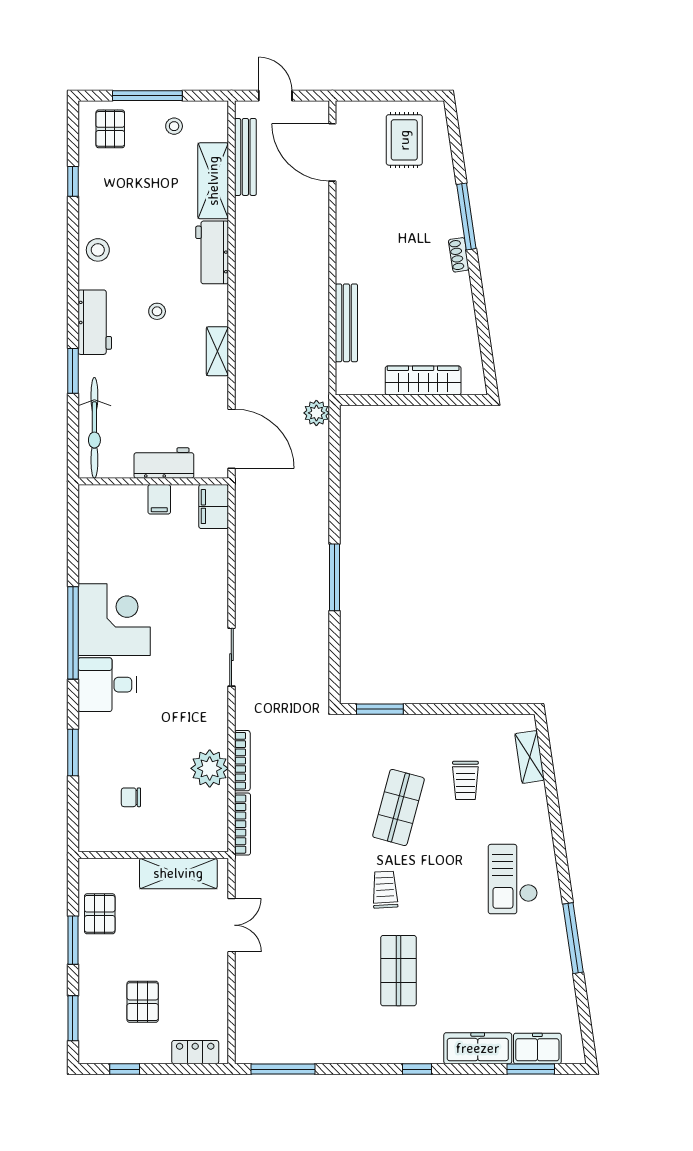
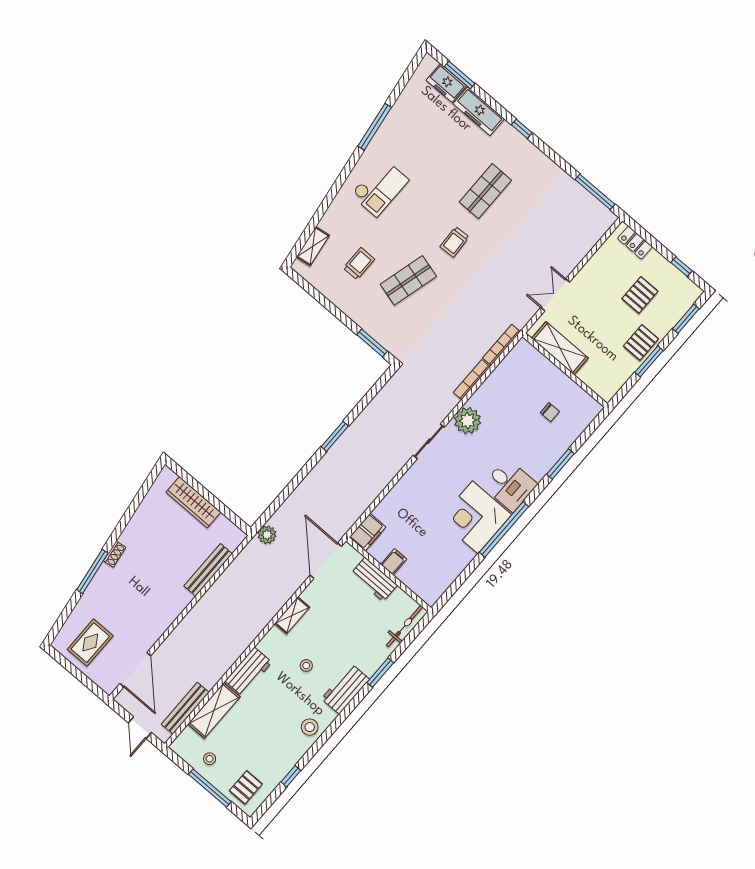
bicycle: (94, 428) -> (404, 626), width x0.73, depth x0.71
window: (334, 577) -> (335, 436), width x0.69
plant: (210, 768) -> (468, 421), moved
pallet: (100, 914) -> (641, 342), moved

